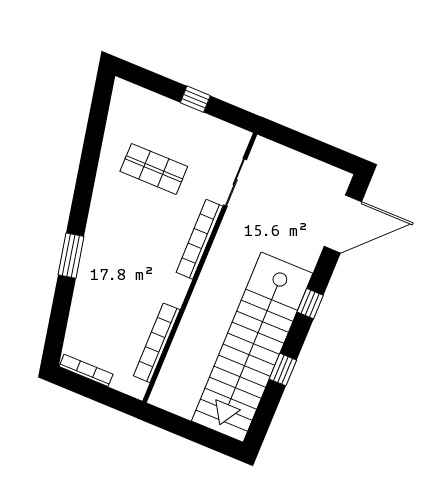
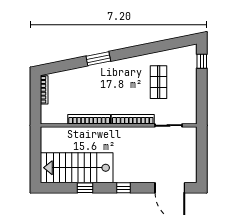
window: (195, 99) -> (202, 61), moved
bookcase: (157, 343) -> (89, 119), moved
stairs: (252, 347) -> (77, 168), width x0.73

